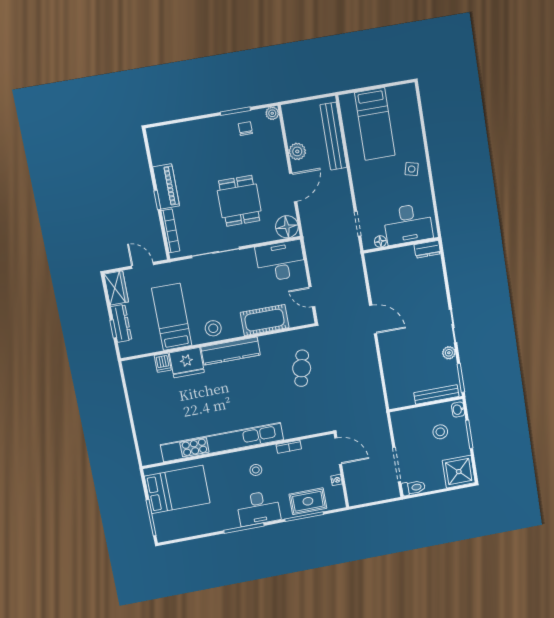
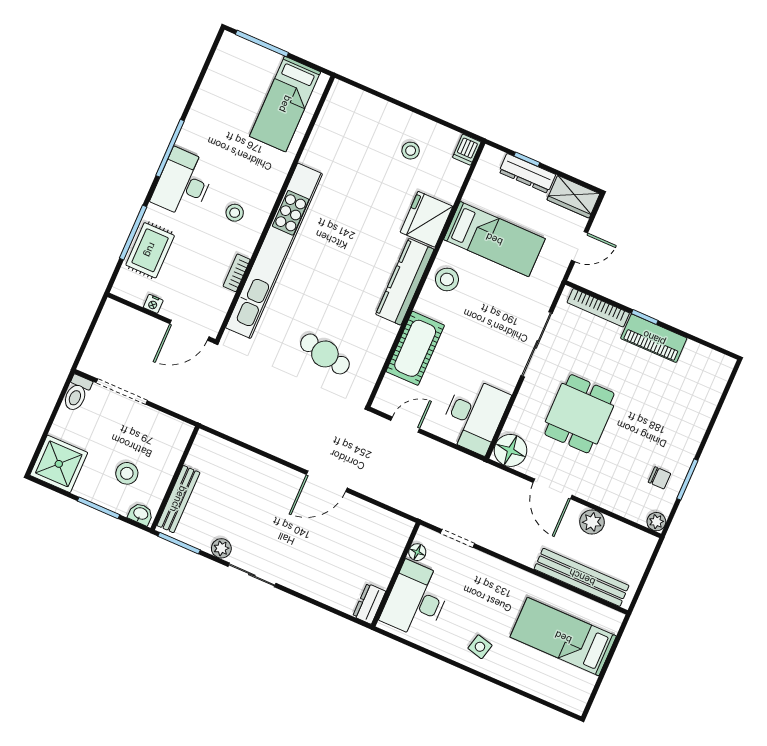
dining table: (239, 201) -> (579, 414), turned 90
dishwasher: (163, 363) -> (467, 150), moved, turned -90
stool: (154, 397) -> (411, 151), added
kitchen unit: (222, 442) -> (274, 251), moved
bed: (177, 489) -> (285, 104), width x0.67

